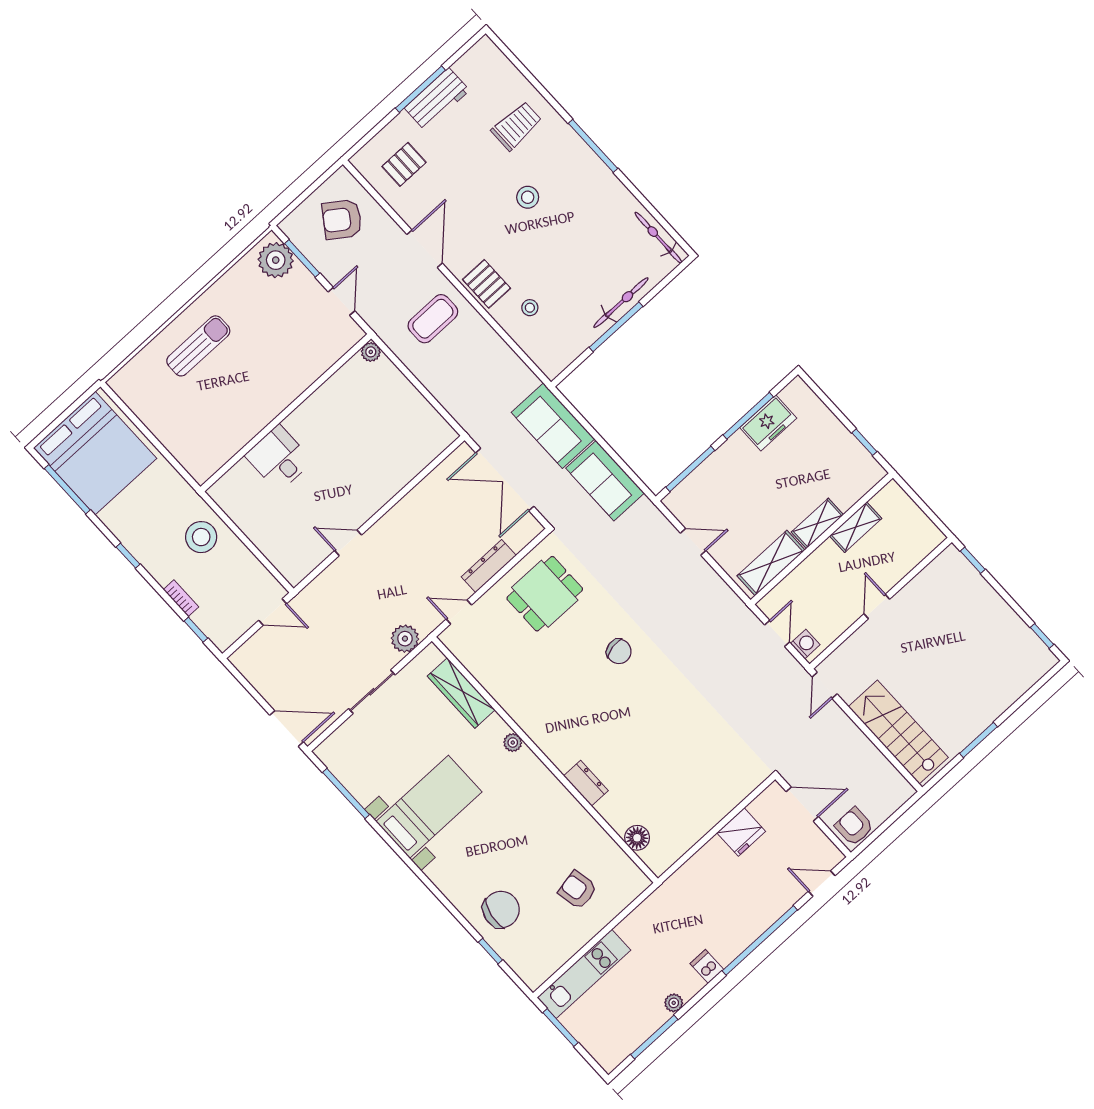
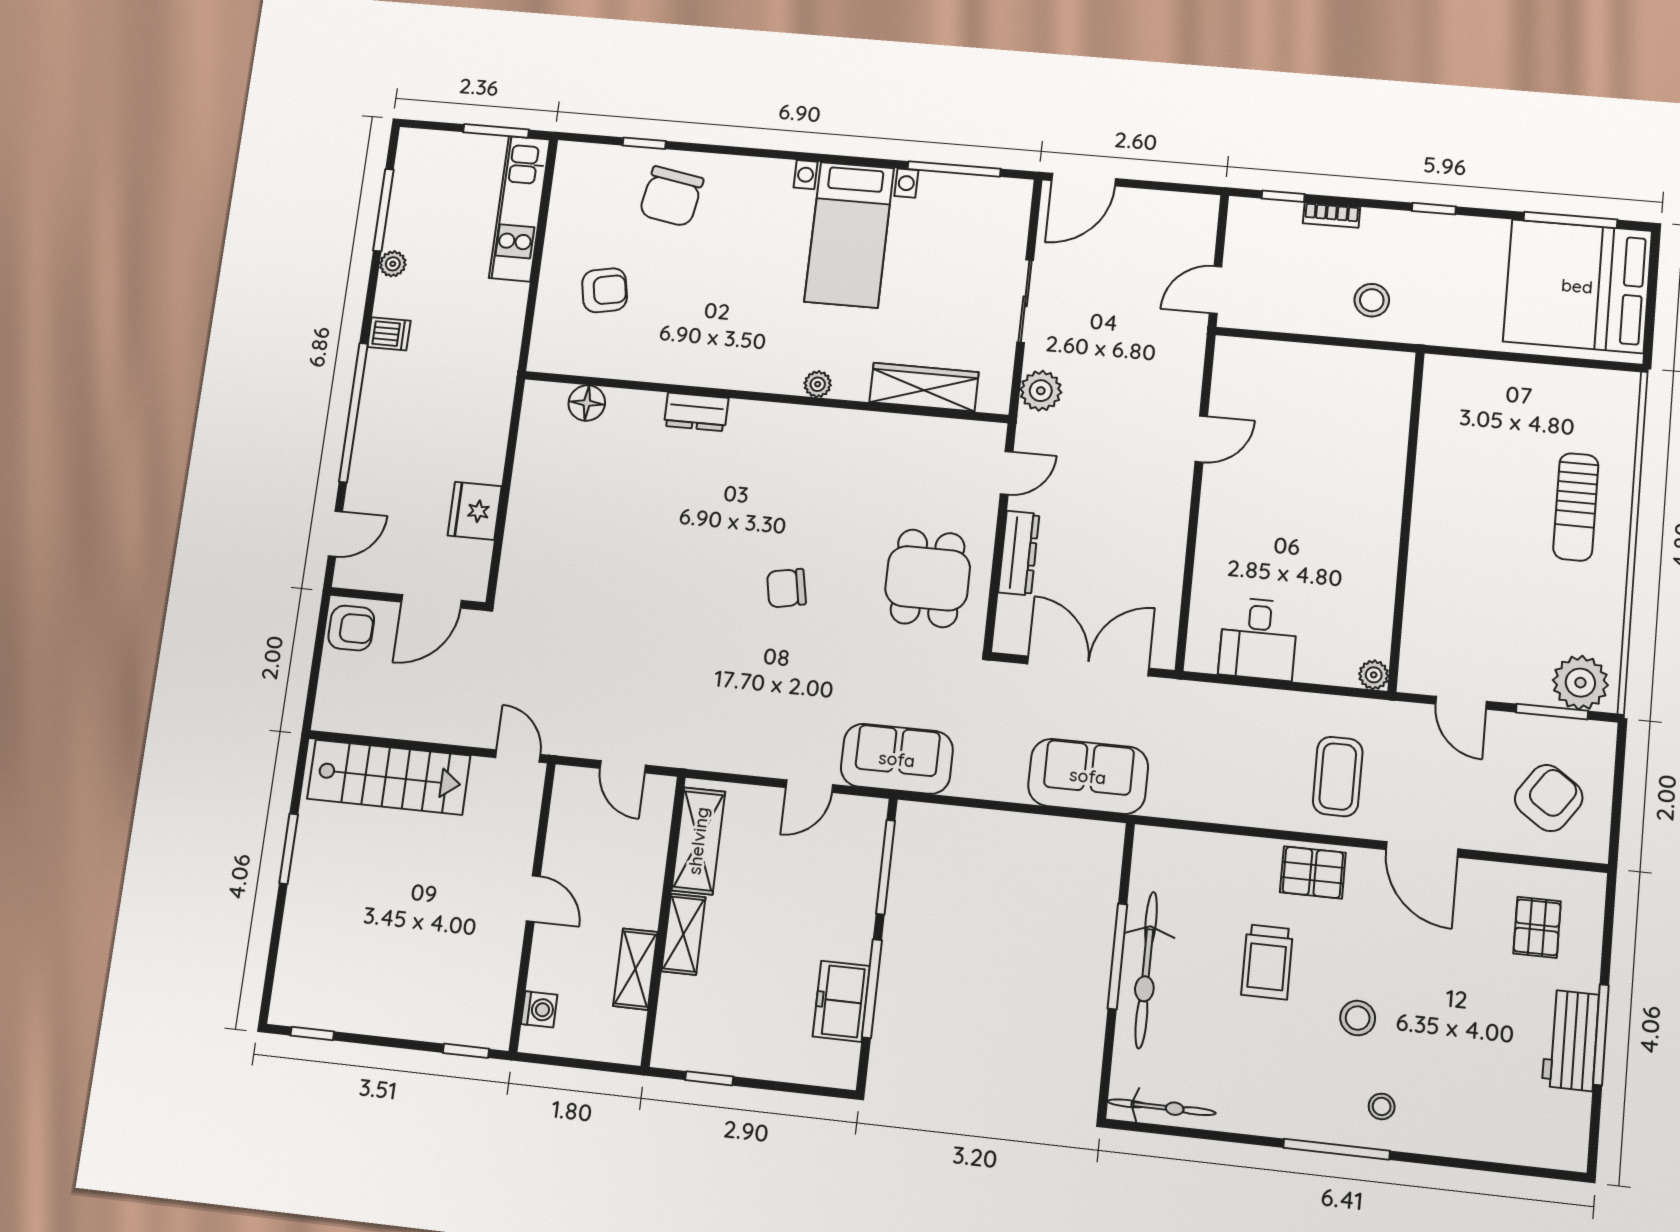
trolley: (516, 126) -> (1267, 962), moved
bicycle: (621, 303) -> (1146, 970), width x1.37, depth x1.40
stool: (530, 308) -> (1382, 1106), moved
desk: (279, 458) -> (1258, 639), moved, turned 90
sofa: (605, 481) -> (897, 759), moved
stool: (201, 537) -> (1372, 300), width x0.73, depth x0.73
washing machine: (805, 644) -> (539, 1009), moved, turned -90

